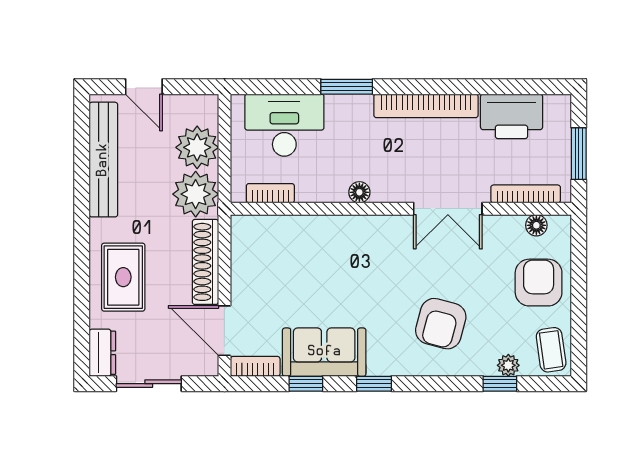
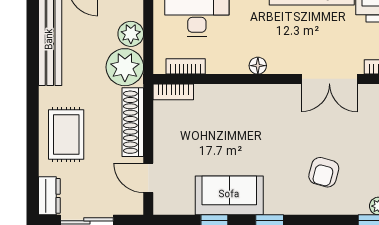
plant: (197, 147) -> (131, 34), width x0.73, depth x0.73
armchair: (441, 324) -> (324, 172), width x0.72, depth x0.72
door: (224, 331) -> (148, 178), width x0.73
bookcase: (255, 366) -> (173, 92), moved, turned 180

